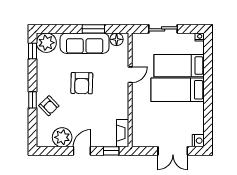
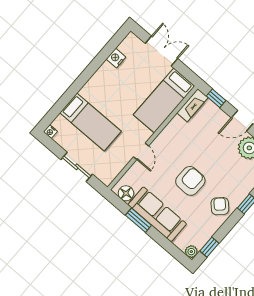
plant: (46, 43) -> (191, 252), width x0.53, depth x0.53
door: (130, 75) -> (141, 151), swing flipped
bed: (178, 90) -> (164, 100), moved, turned 90
armchair: (49, 106) -> (220, 206), moved
nightstand: (198, 141) -> (116, 58), moved

